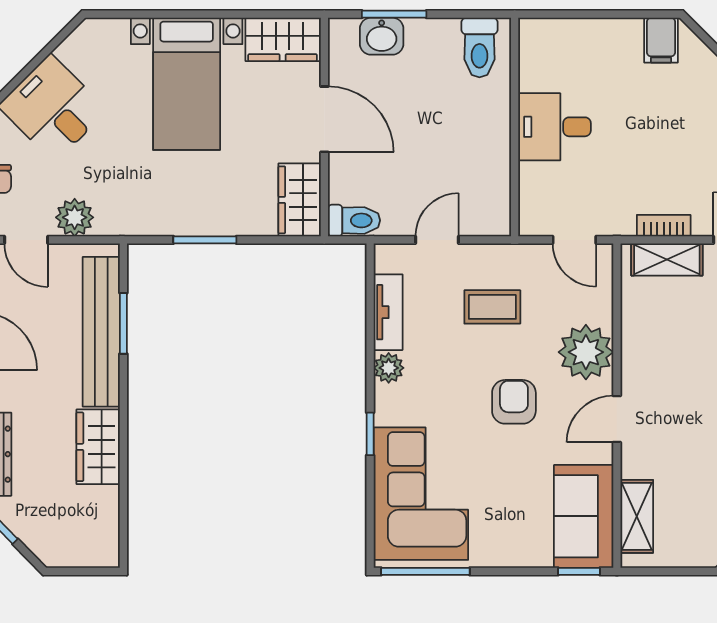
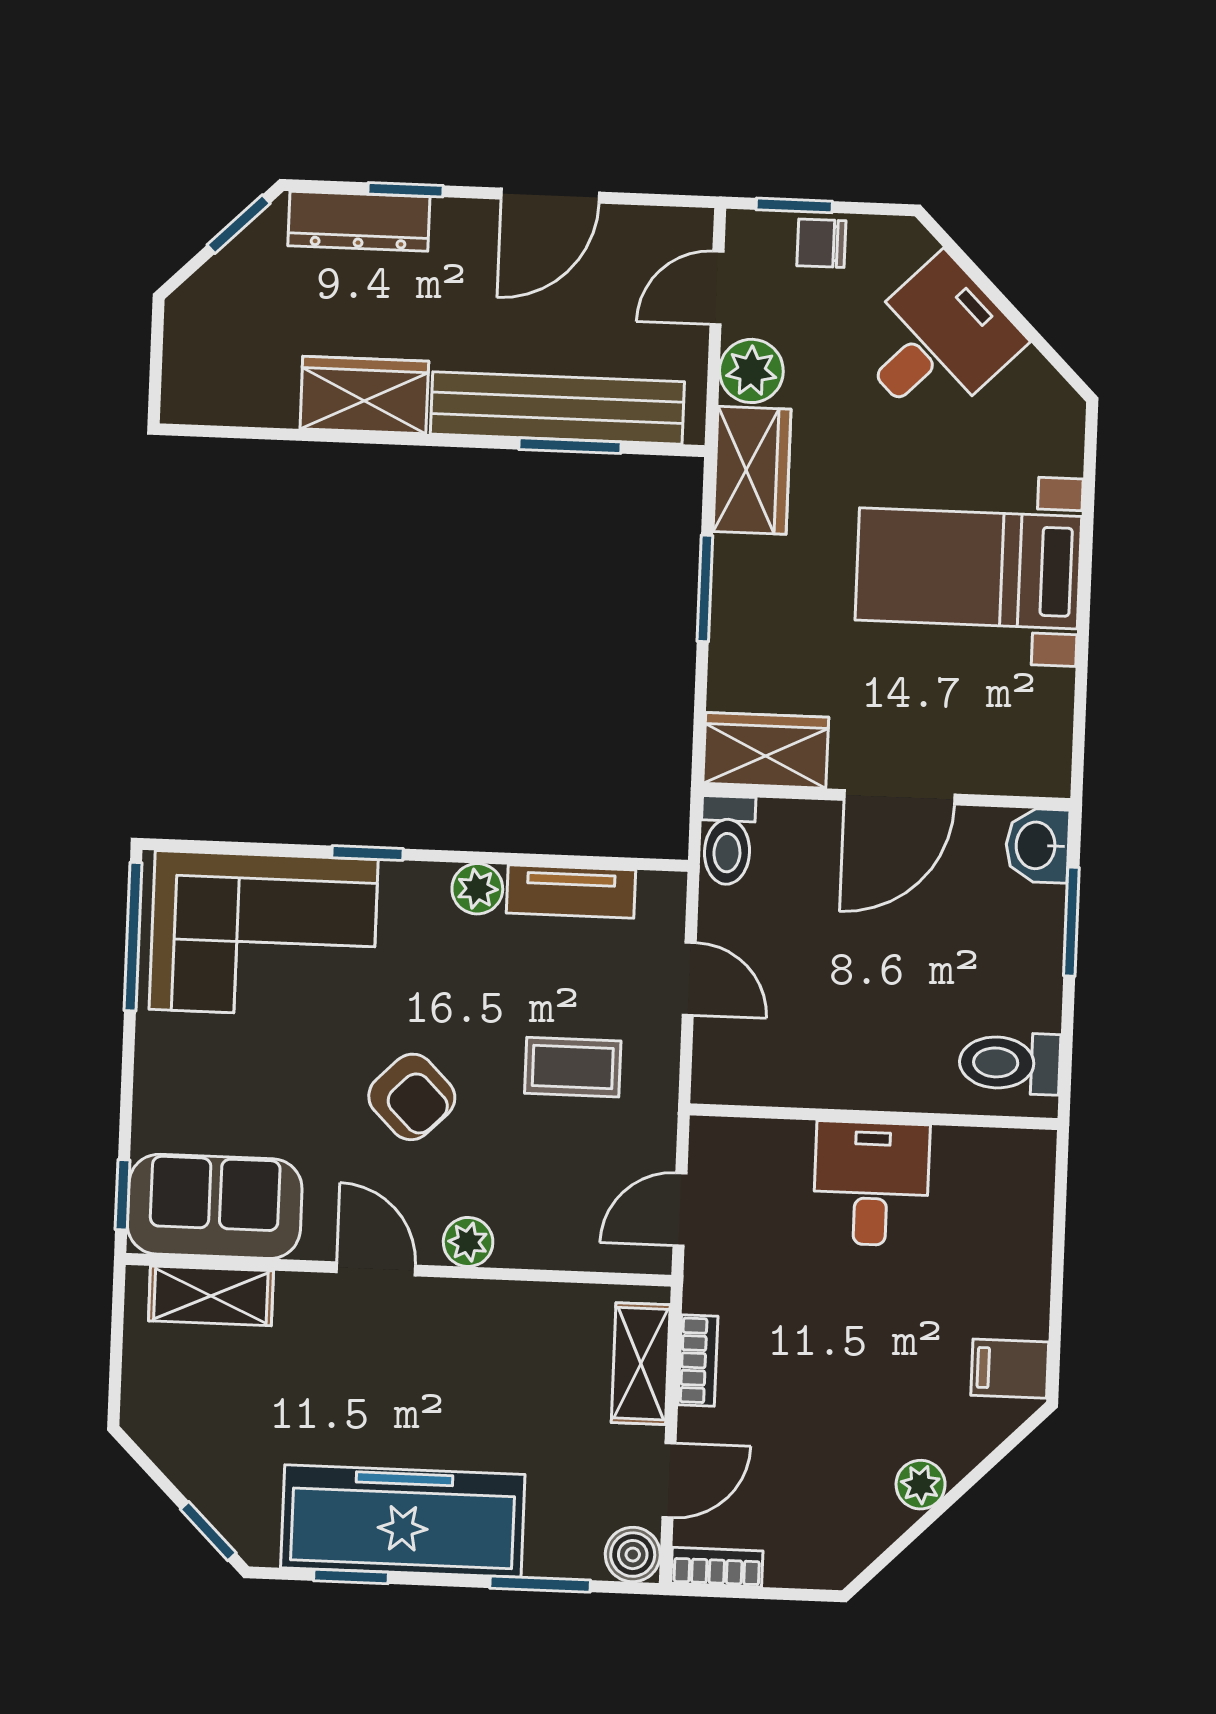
washbasin: (382, 36) -> (1037, 845), moved
wardrobe: (283, 39) -> (752, 470), moved, turned 180
coffee table: (492, 307) -> (573, 1067), turned 90
plant: (586, 352) -> (468, 1242), width x0.53, depth x0.53
armchair: (514, 402) -> (412, 1097), turned 45

